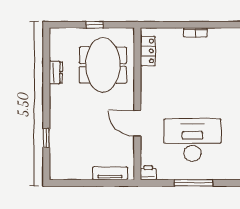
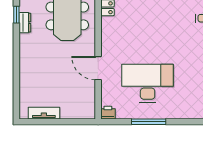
window: (46, 138) -> (16, 15), moved
tv unit: (110, 173) -> (44, 113), moved

